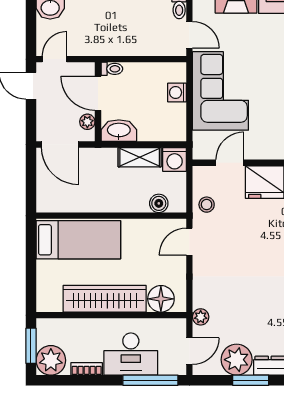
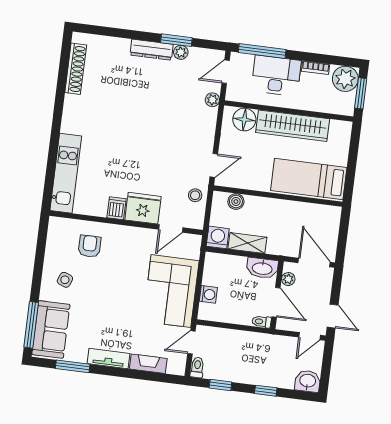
door: (189, 35) -> (191, 342), hinge flipped
plant: (237, 360) -> (181, 52), width x0.53, depth x0.53

